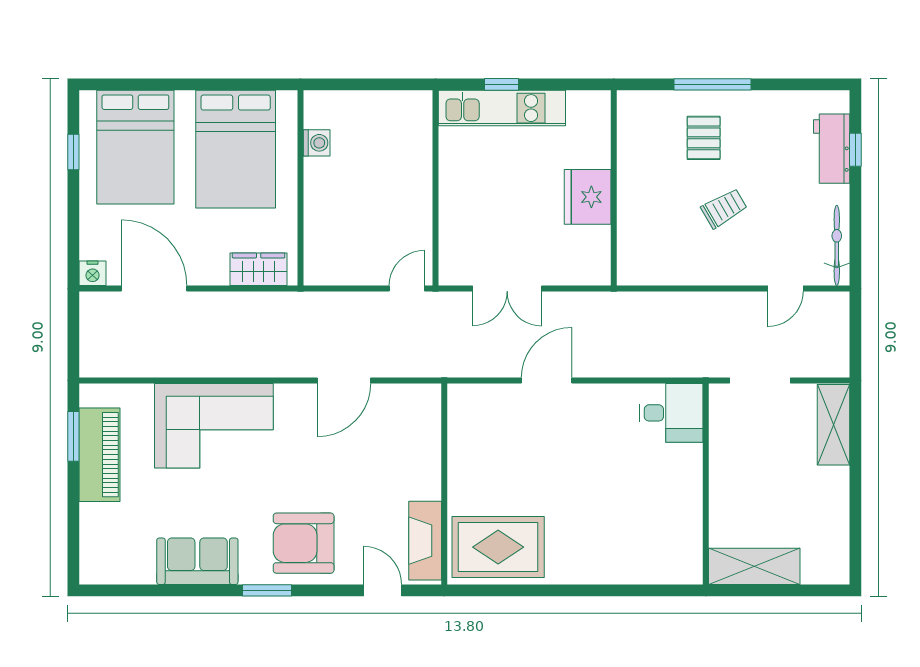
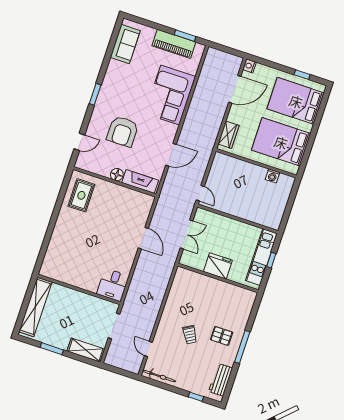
workbench: (832, 149) -> (221, 380), moved, turned -90
wall: (614, 188) -> (218, 278), moved
fridge: (588, 197) -> (218, 266), moved
double door: (507, 289) -> (186, 234), swing flipped
door: (344, 381) -> (171, 155), swing flipped
floor lamp: (427, 485) -> (117, 175), added
window: (855, 500) -> (52, 349), added
fireplace: (425, 541) -> (140, 182), moved
armchair: (304, 543) -> (123, 131), moved, turned 180
rug: (498, 547) -> (81, 195), width x0.73, depth x0.70
sofa: (197, 561) -> (125, 44), moved
shelving: (754, 566) -> (35, 307), width x1.47

